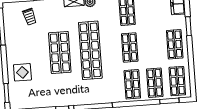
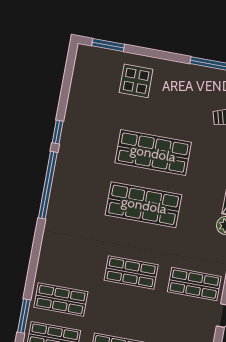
shop shelf: (90, 50) -> (144, 205), width x0.71
shop shelf: (132, 84) -> (68, 261), removed

